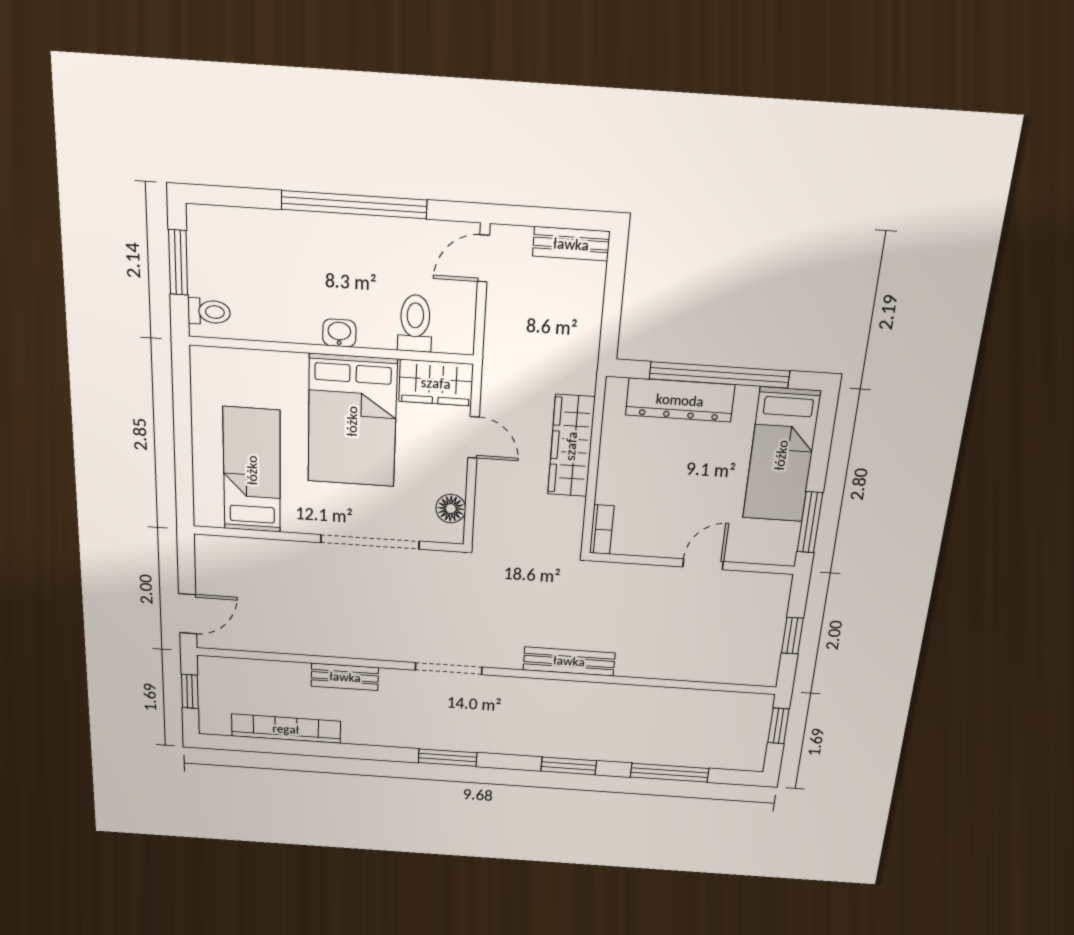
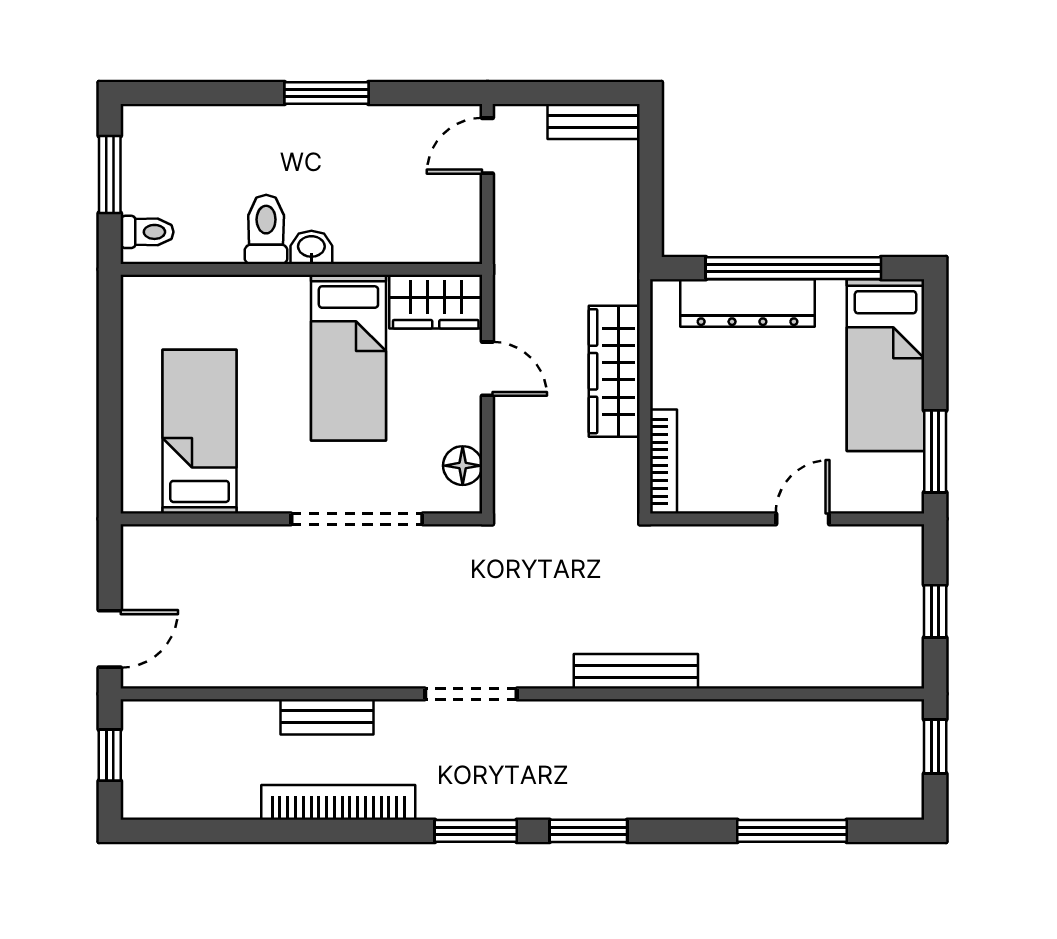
window: (354, 205) -> (327, 93), width x0.47
toilet: (415, 323) -> (266, 229), moved
bed: (352, 421) -> (348, 358), width x0.67
bookcase: (602, 529) -> (664, 461), width x1.56
bookcase: (286, 729) -> (338, 802), moved
window: (569, 766) -> (588, 831), moved

